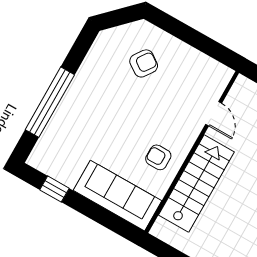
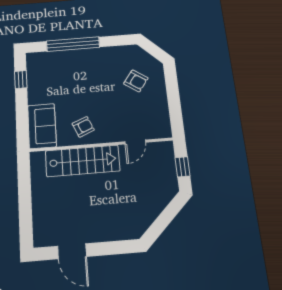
armchair: (158, 157) -> (83, 127), turned 67
sofa: (118, 196) -> (42, 126), width x0.73

